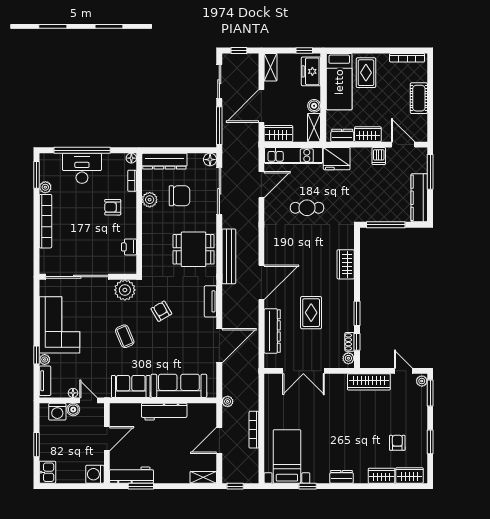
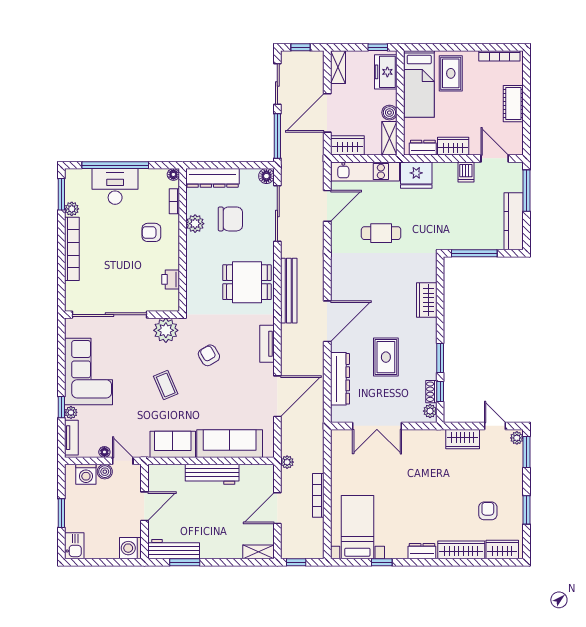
wardrobe: (369, 382) -> (463, 439), width x0.67
wardrobe: (381, 476) -> (461, 550), width x1.50

